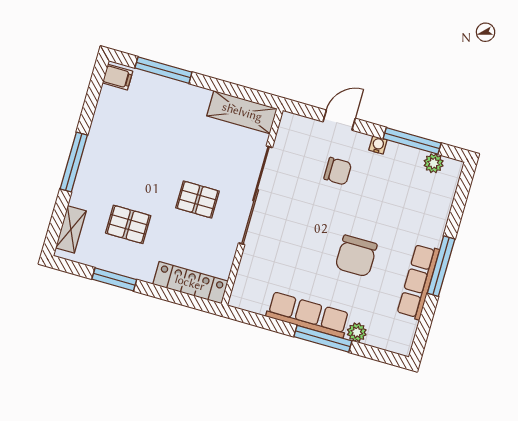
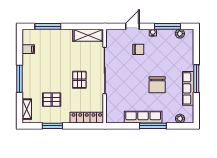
filing cabinet: (118, 77) -> (28, 49), moved
pallet: (198, 199) -> (79, 80), turned 90
plant: (357, 332) -> (180, 119), moved

